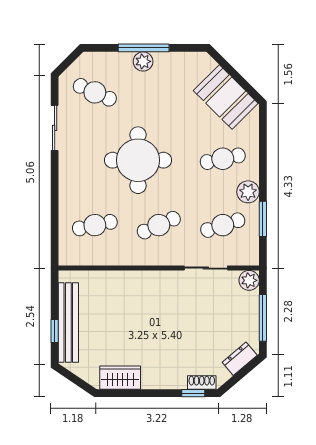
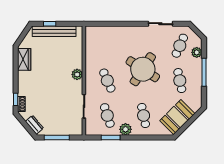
plant: (143, 61) -> (197, 52), moved
round table: (138, 160) -> (143, 69), turned 33
cafe table: (95, 225) -> (180, 81), moved
plant: (249, 280) -> (77, 74), moved

